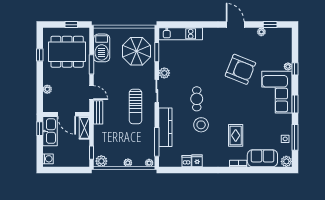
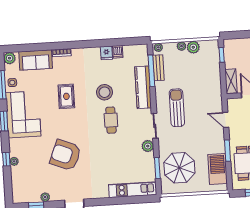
corner sofa: (277, 92) -> (23, 114), moved
bench: (98, 112) -> (158, 68), moved
rug: (236, 135) -> (66, 96), moved
plant: (101, 161) -> (193, 47), moved

